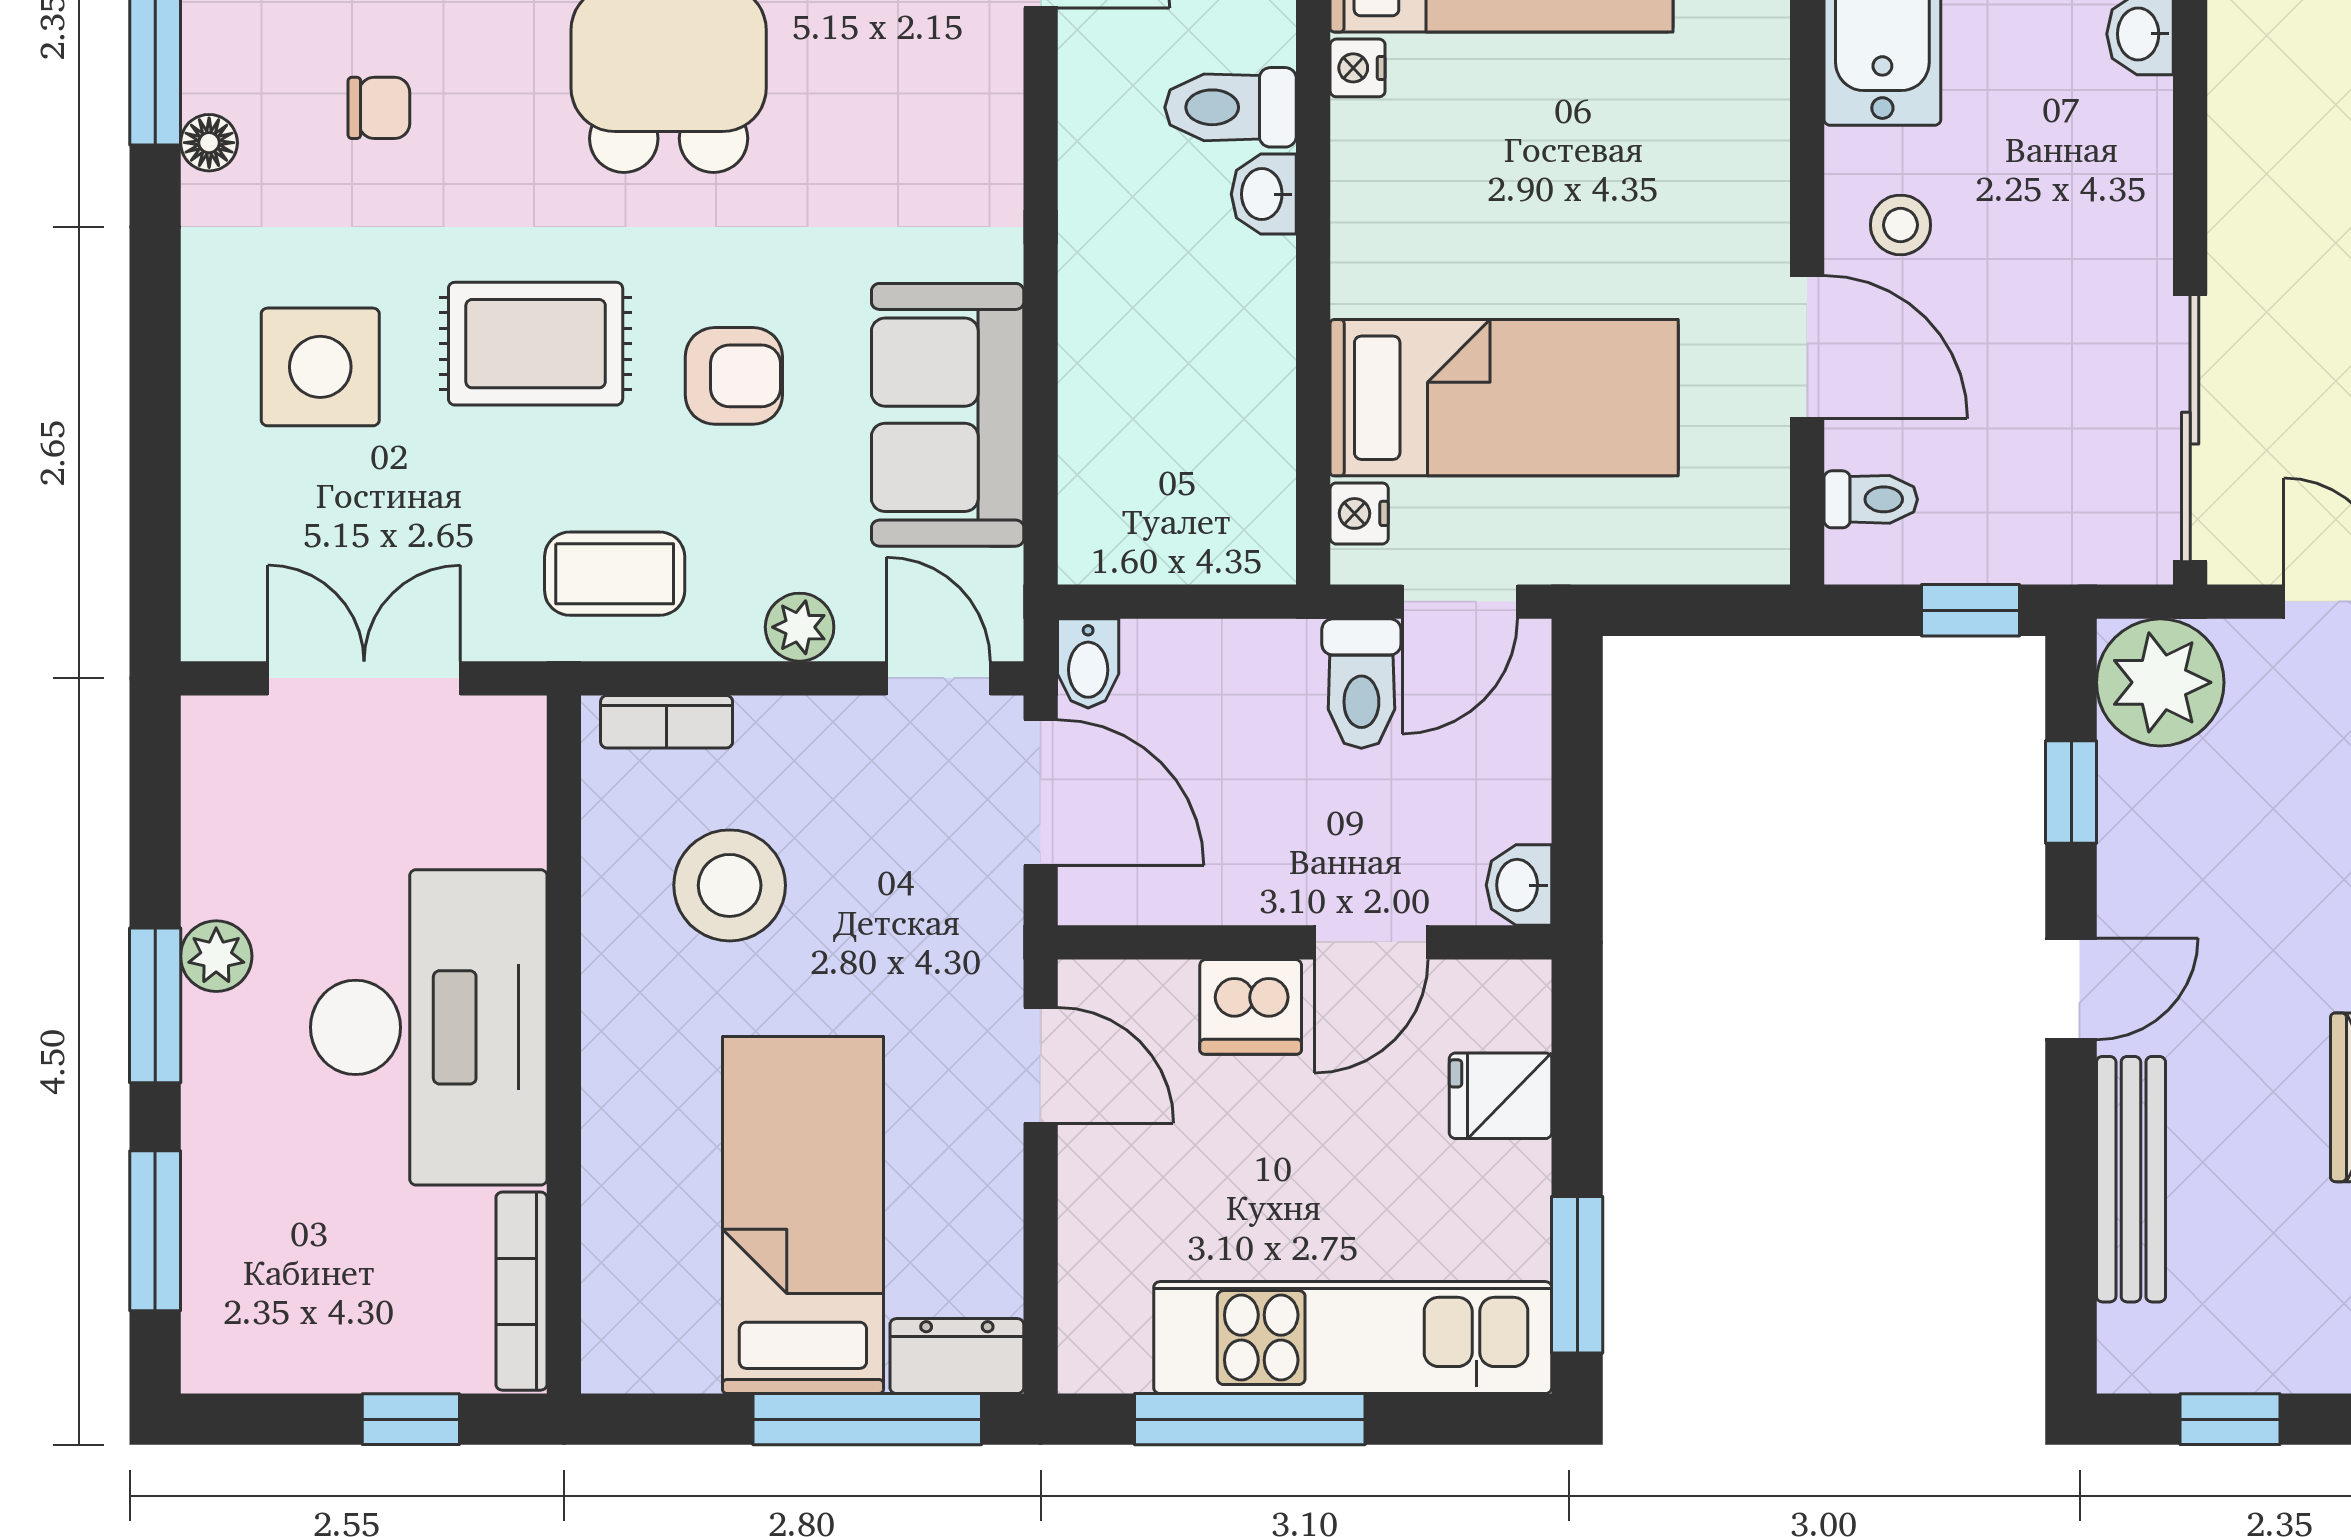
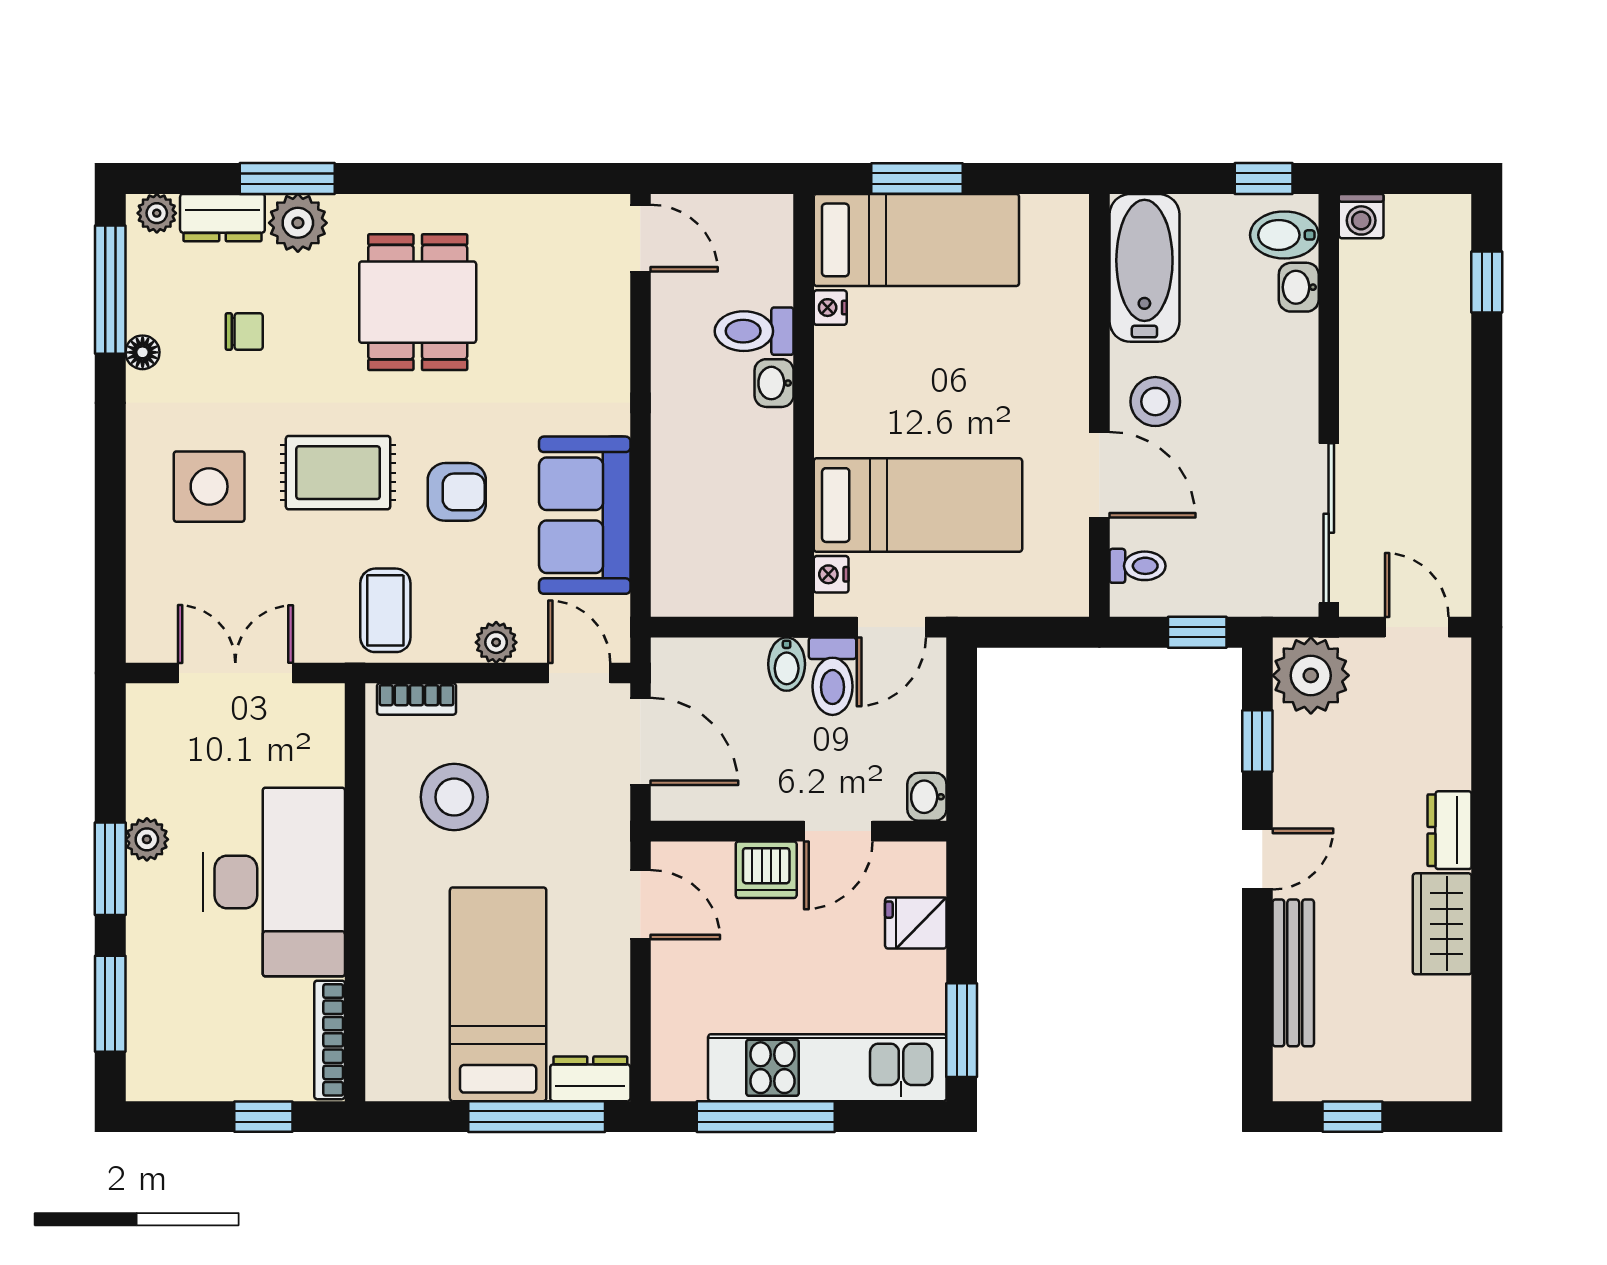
stool: (1900, 225) -> (1155, 402), width x1.37, depth x1.37
coffee table: (615, 574) -> (385, 610), turned 90
bidet: (1088, 663) -> (787, 664), moved

